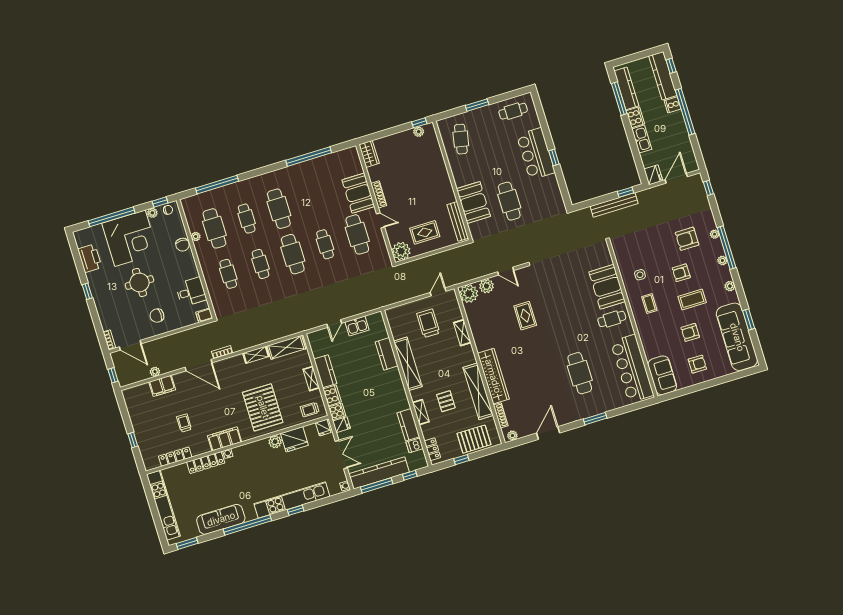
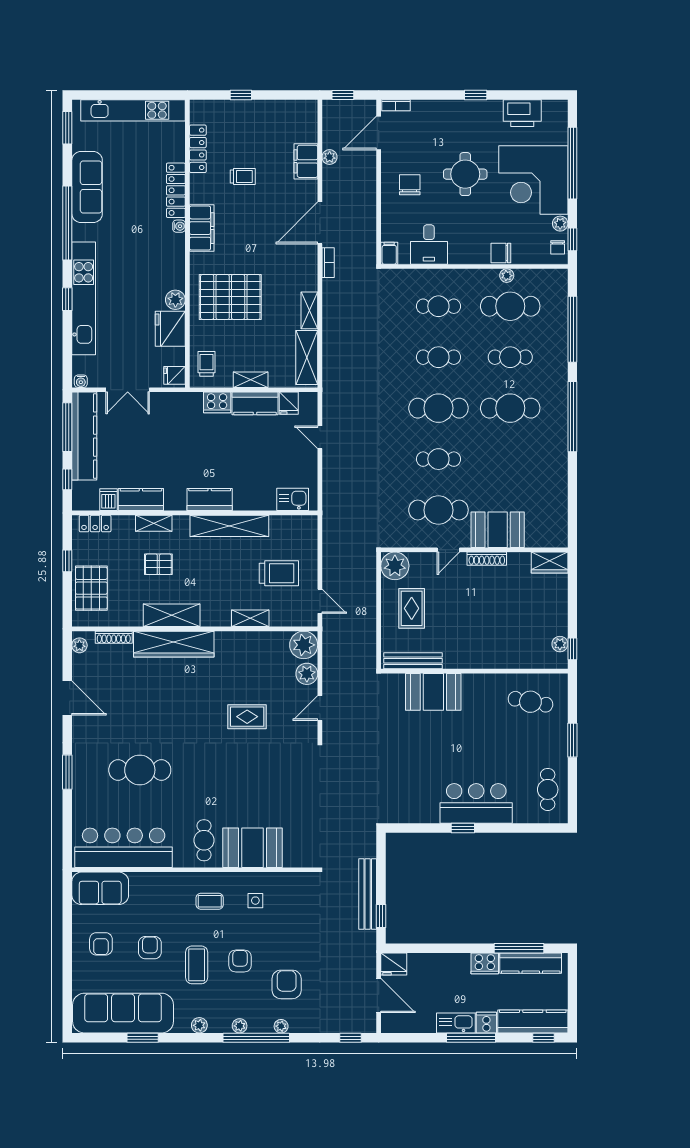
window: (685, 112) -> (471, 1038), width x0.68
kitchen sink: (642, 139) -> (456, 1023), moved, turned 180
window: (309, 157) -> (572, 417), moved
cafe table: (509, 201) -> (419, 744), removed
kitchen sink: (357, 326) -> (293, 499), moved, turned 90
kitchen counter: (387, 354) -> (210, 500), moved
shelving: (478, 391) -> (172, 615), width x0.68
cooker: (337, 411) -> (192, 403), removed
fridge: (342, 425) -> (289, 403), moved

